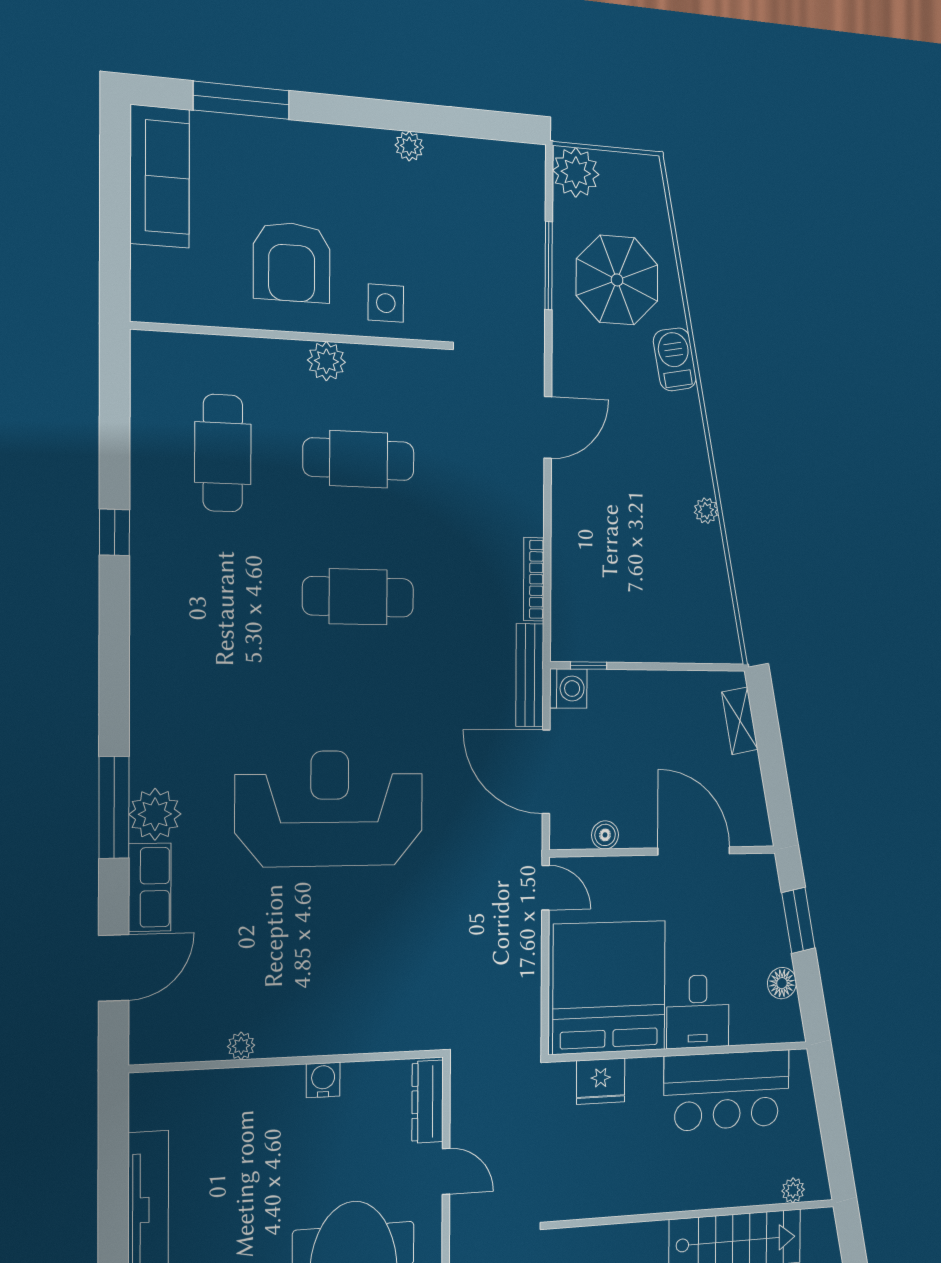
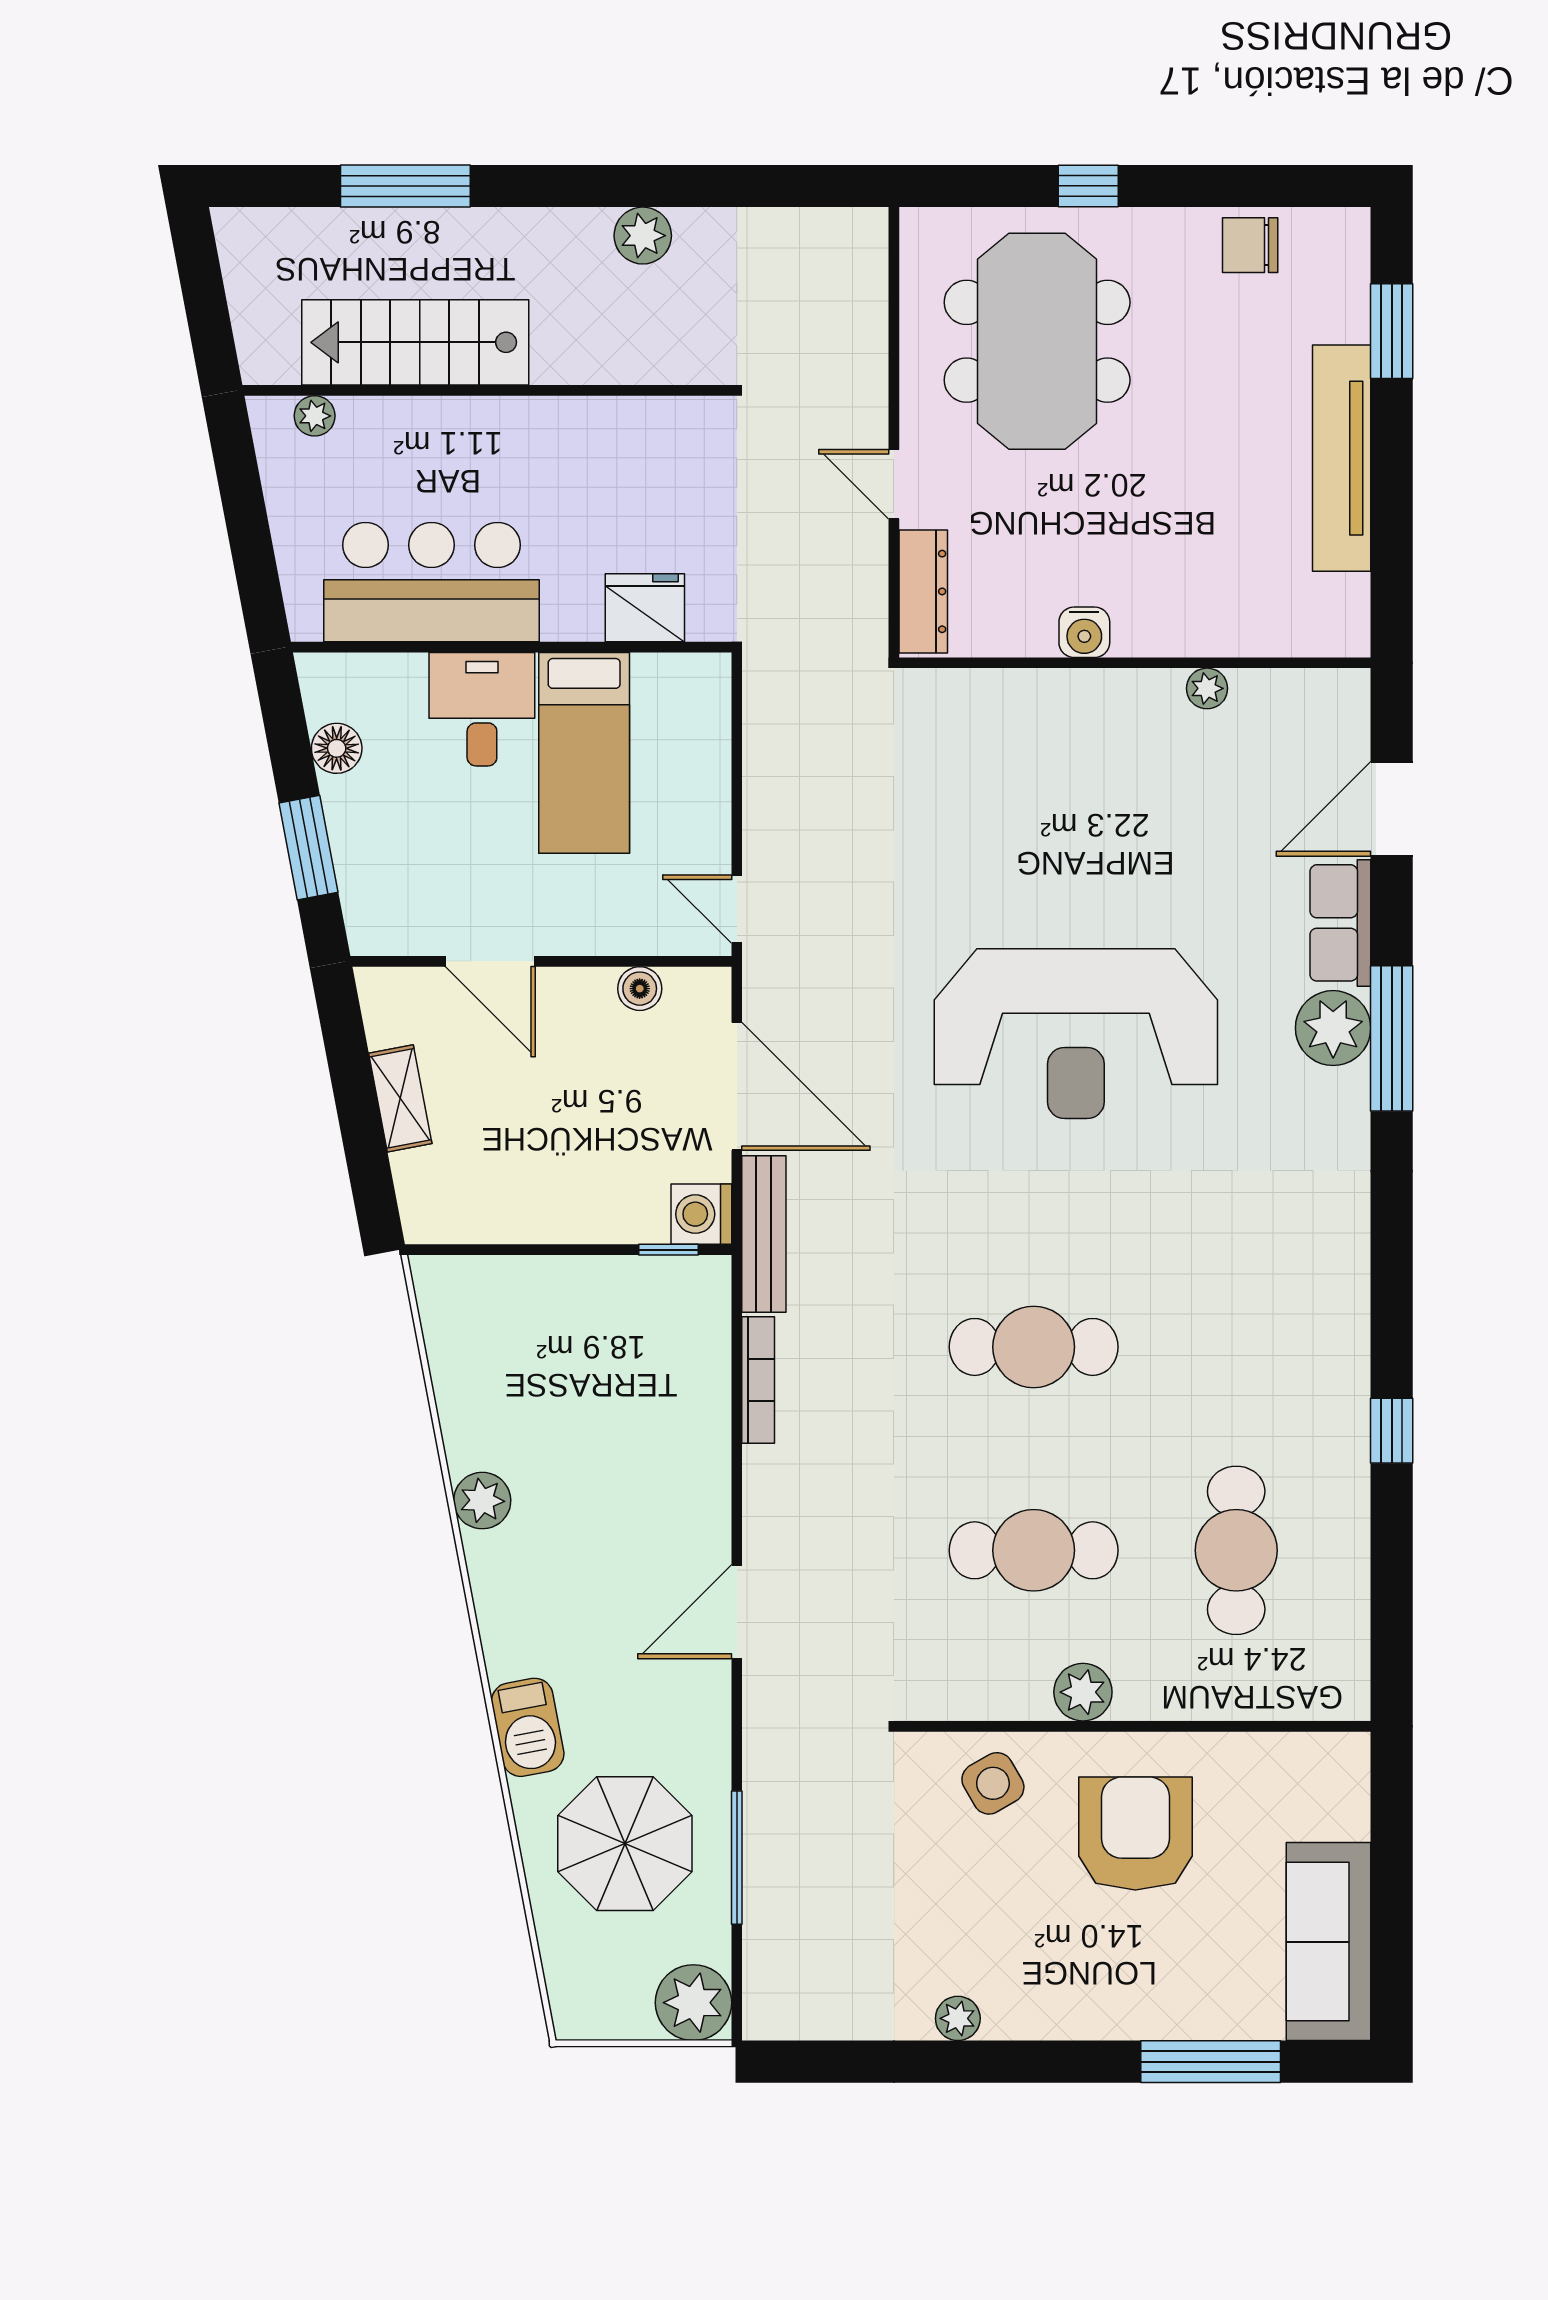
side table: (386, 303) -> (993, 1783), turned -30
plant: (706, 511) -> (482, 1501), width x1.38, depth x1.38
shelving: (740, 721) -> (400, 1098), moved
door: (694, 851) -> (490, 961), width x0.73
bed: (609, 987) -> (584, 753), width x0.49

